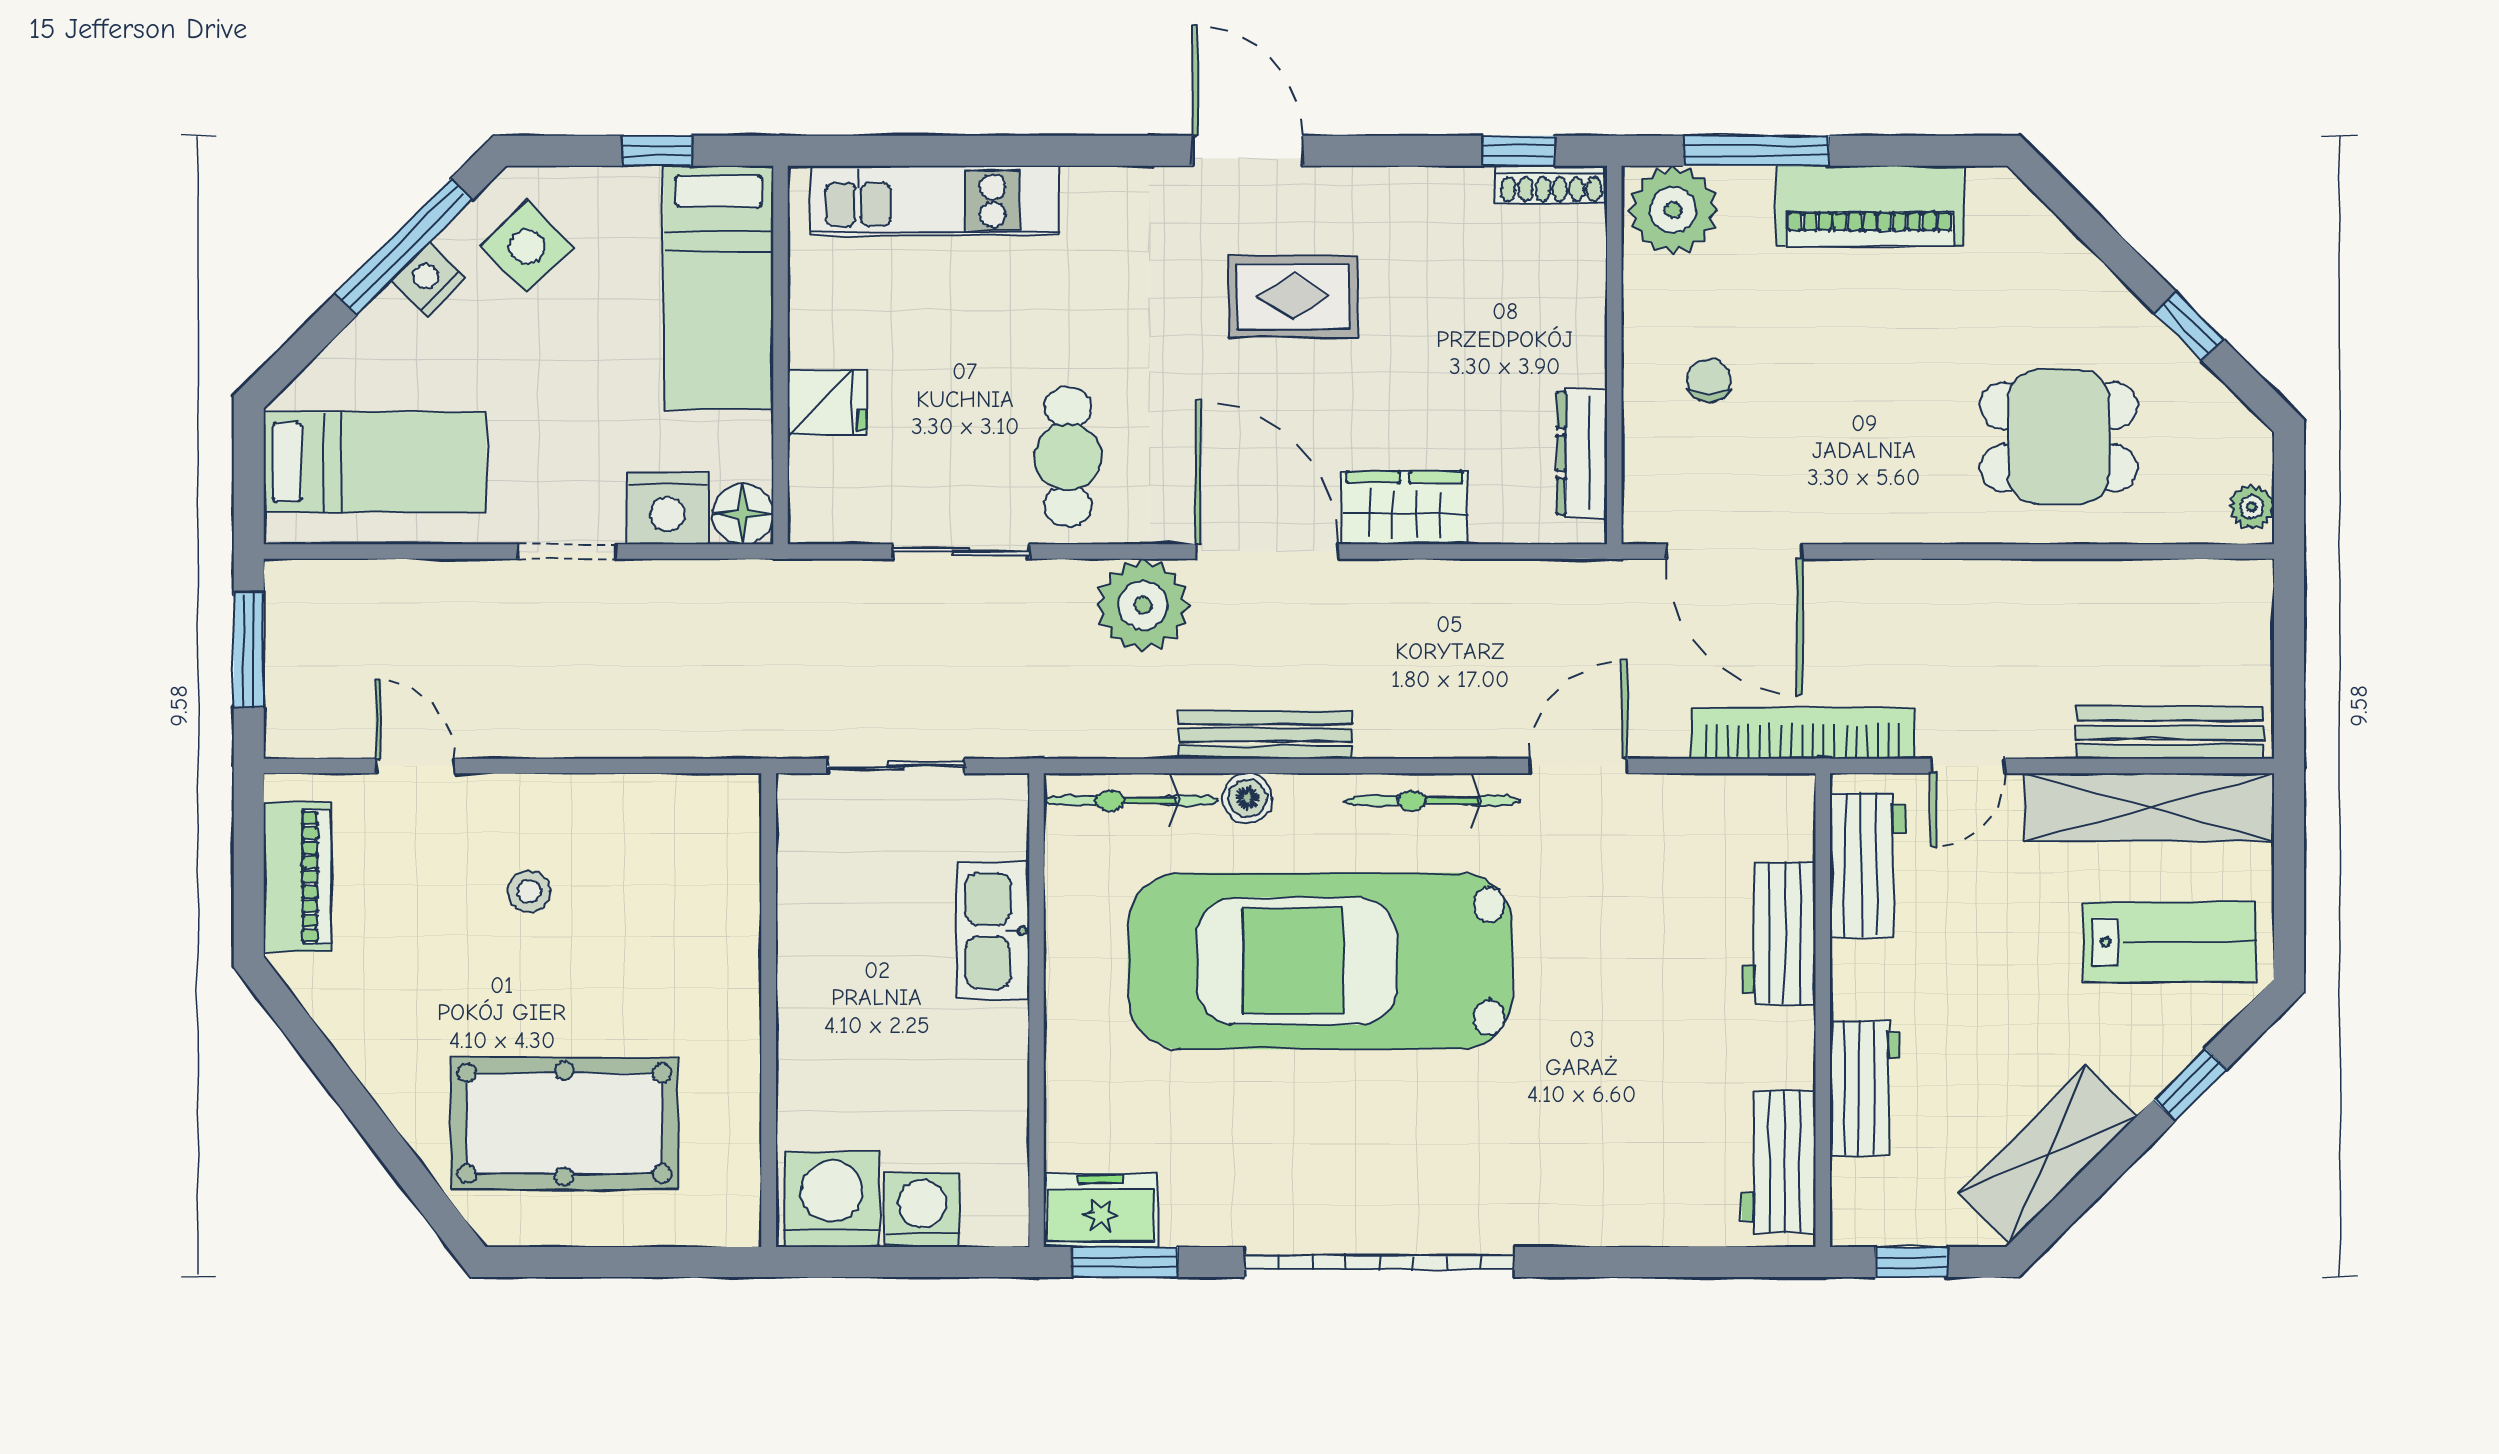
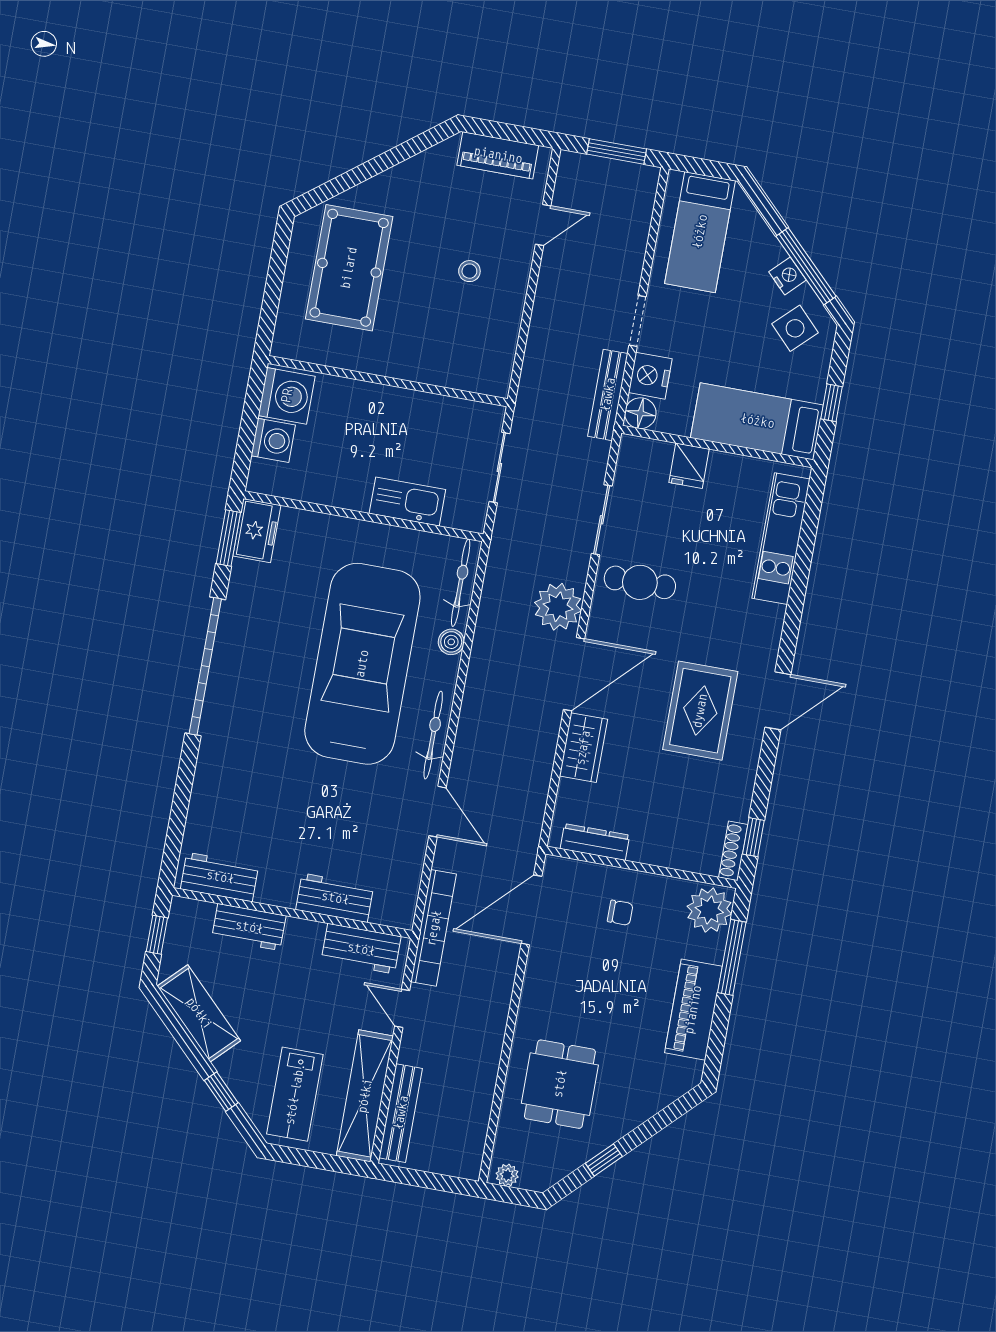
rug: (1293, 297) -> (700, 711), width x1.36, depth x1.43
bench: (1265, 735) -> (608, 395), moved

